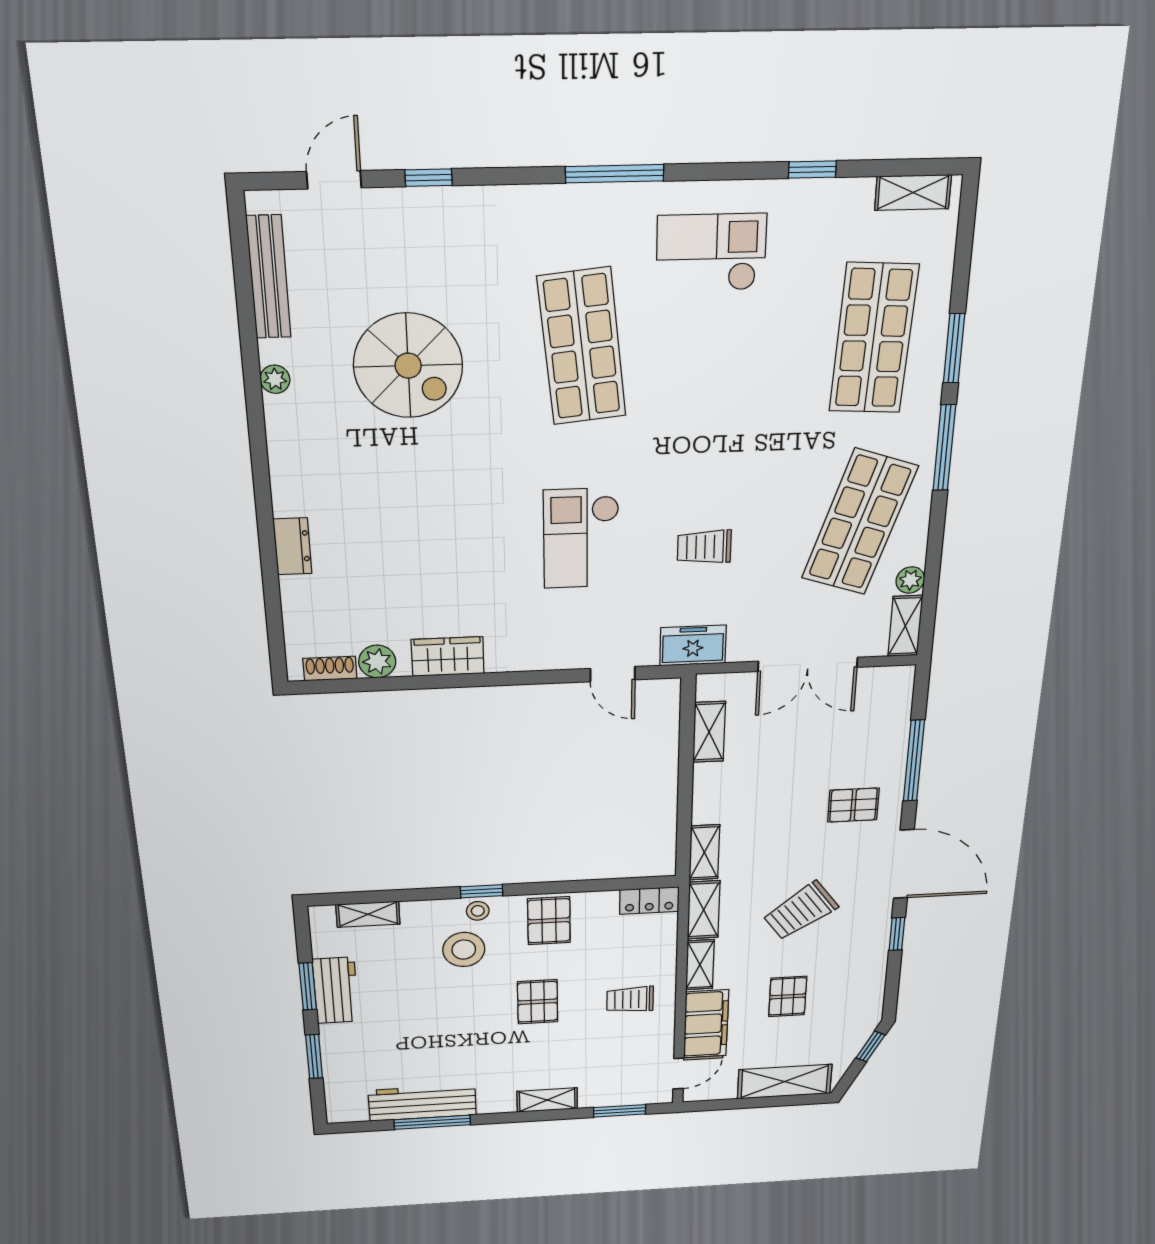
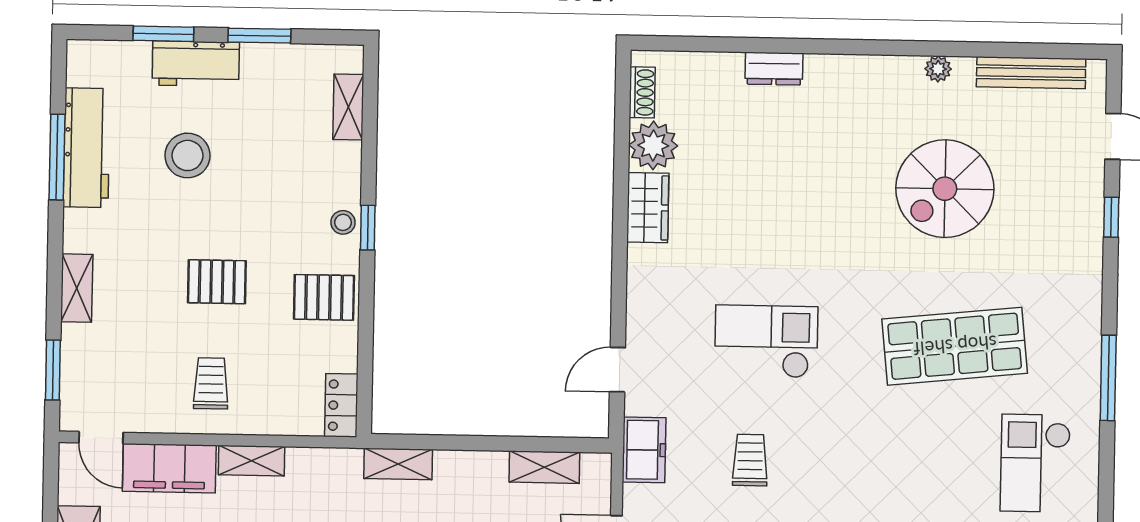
checkout: (711, 253) -> (1035, 463), turned 180
plant: (377, 662) -> (653, 145), width x1.36, depth x1.36
shelving: (704, 910) -> (324, 464), removed
stool: (464, 950) -> (188, 155), moved
workbench: (336, 990) -> (196, 64), moved

